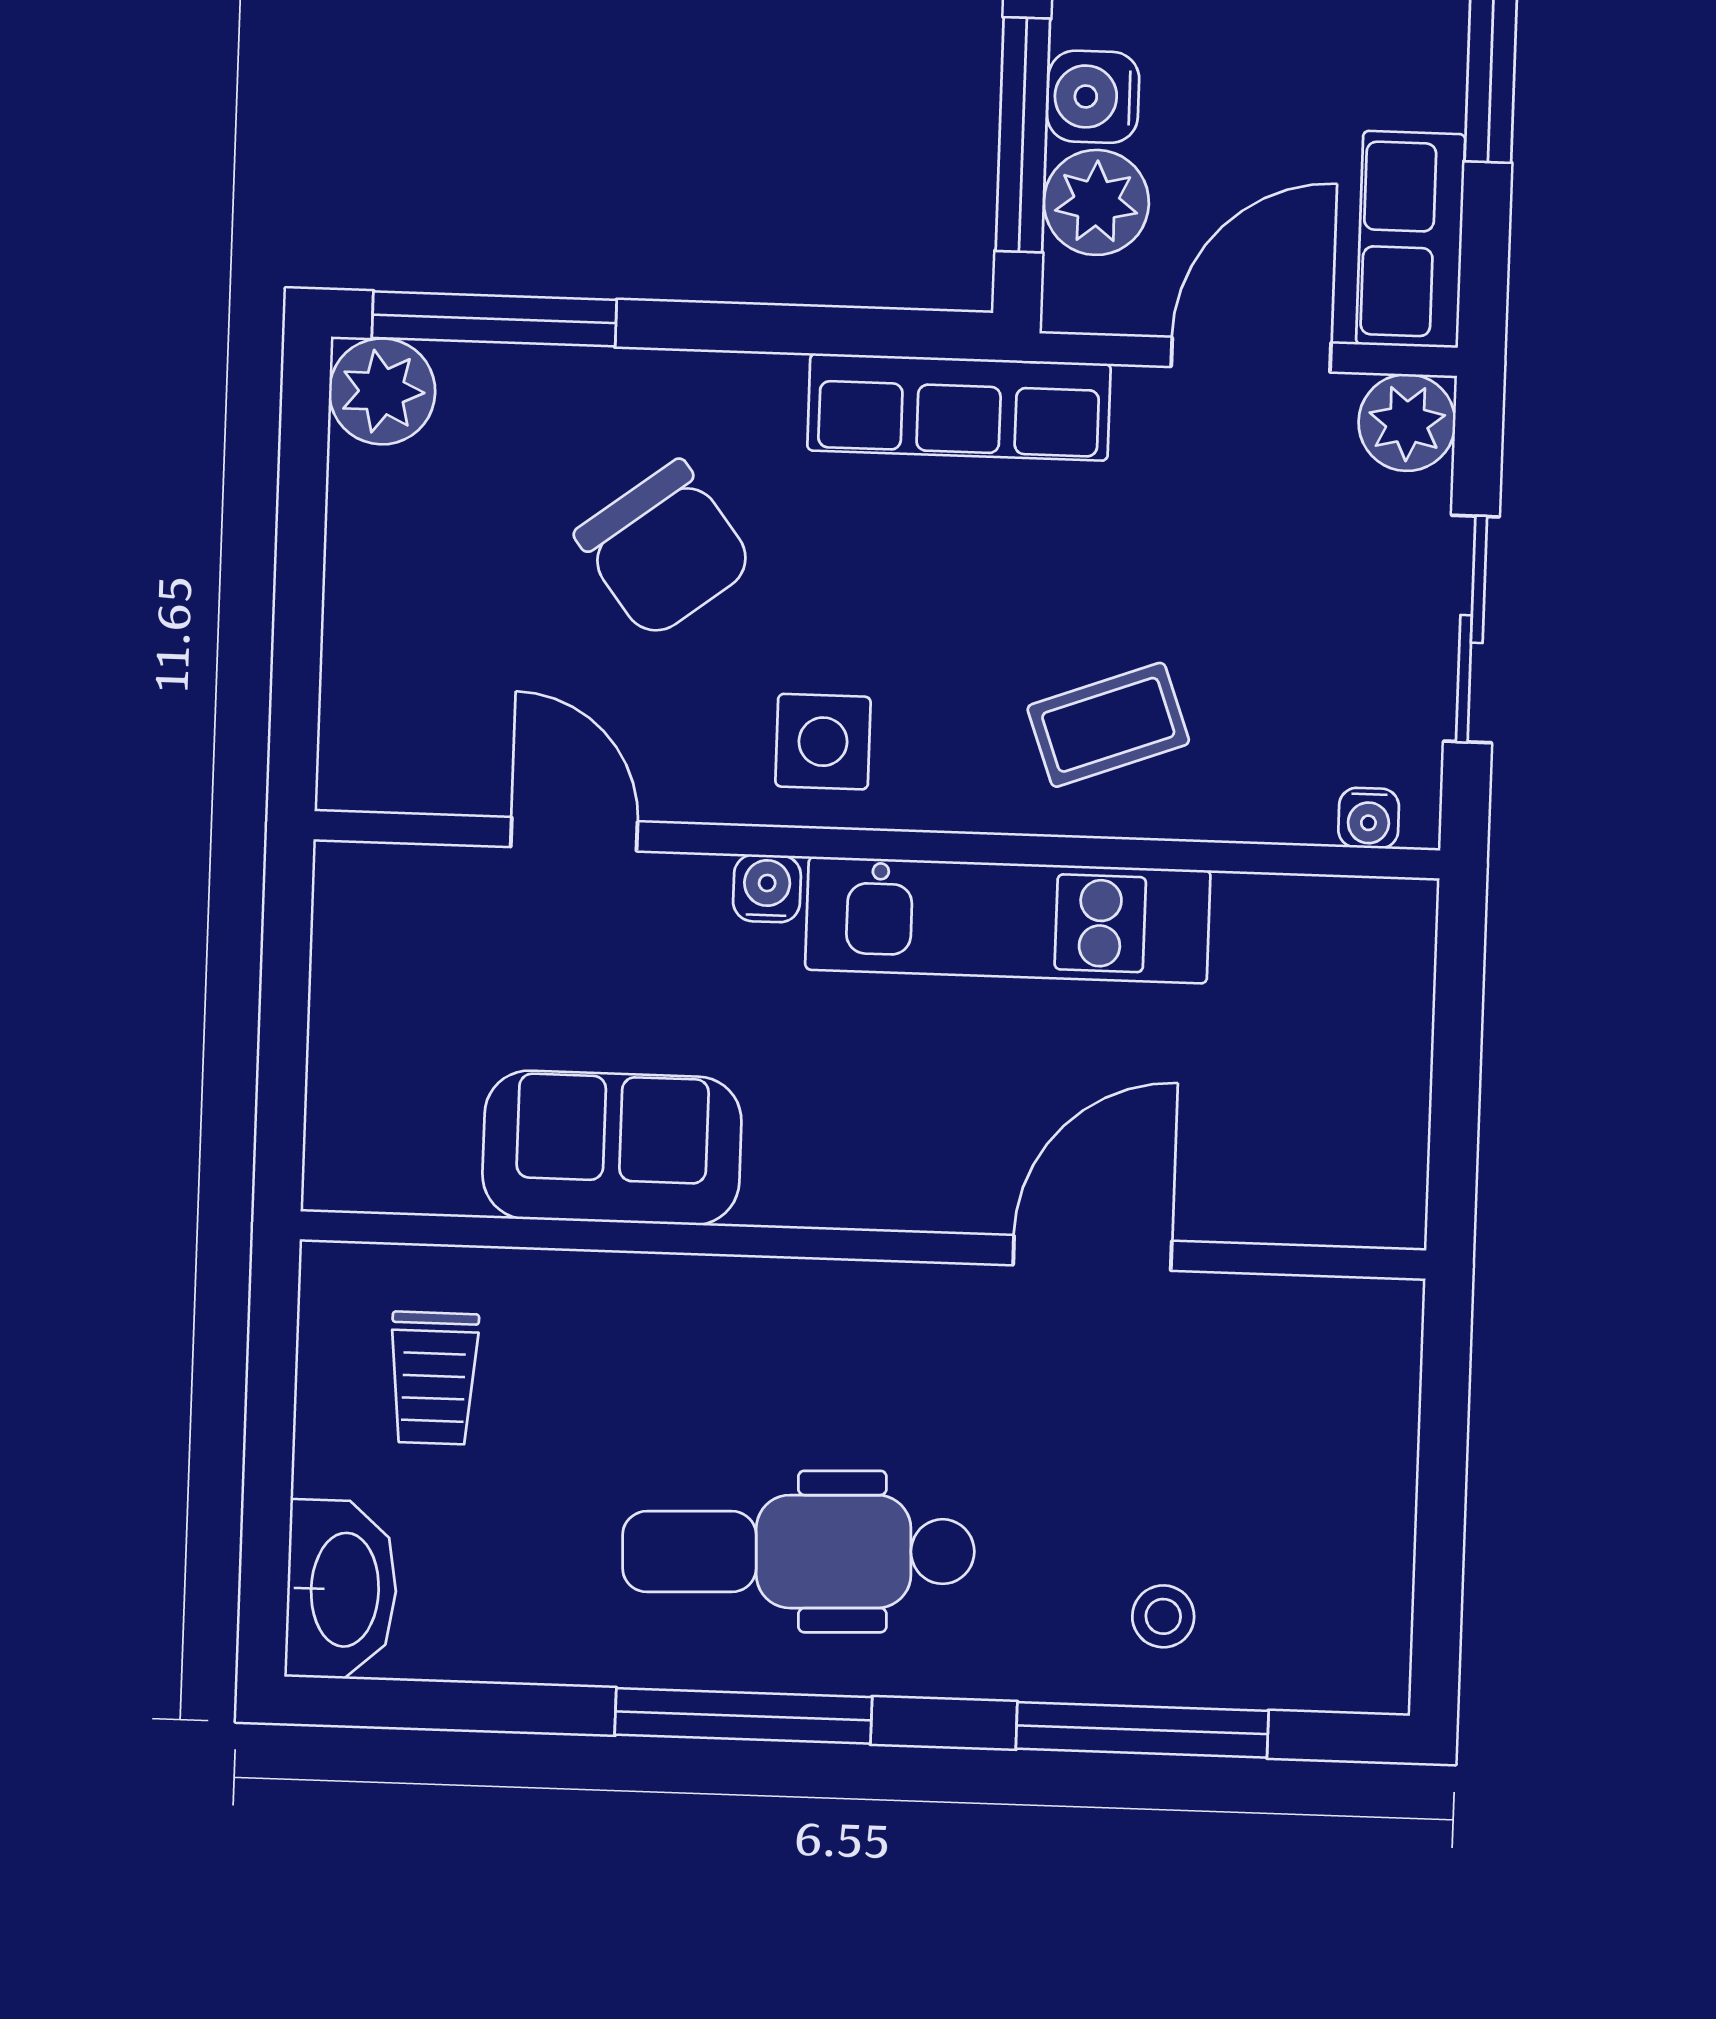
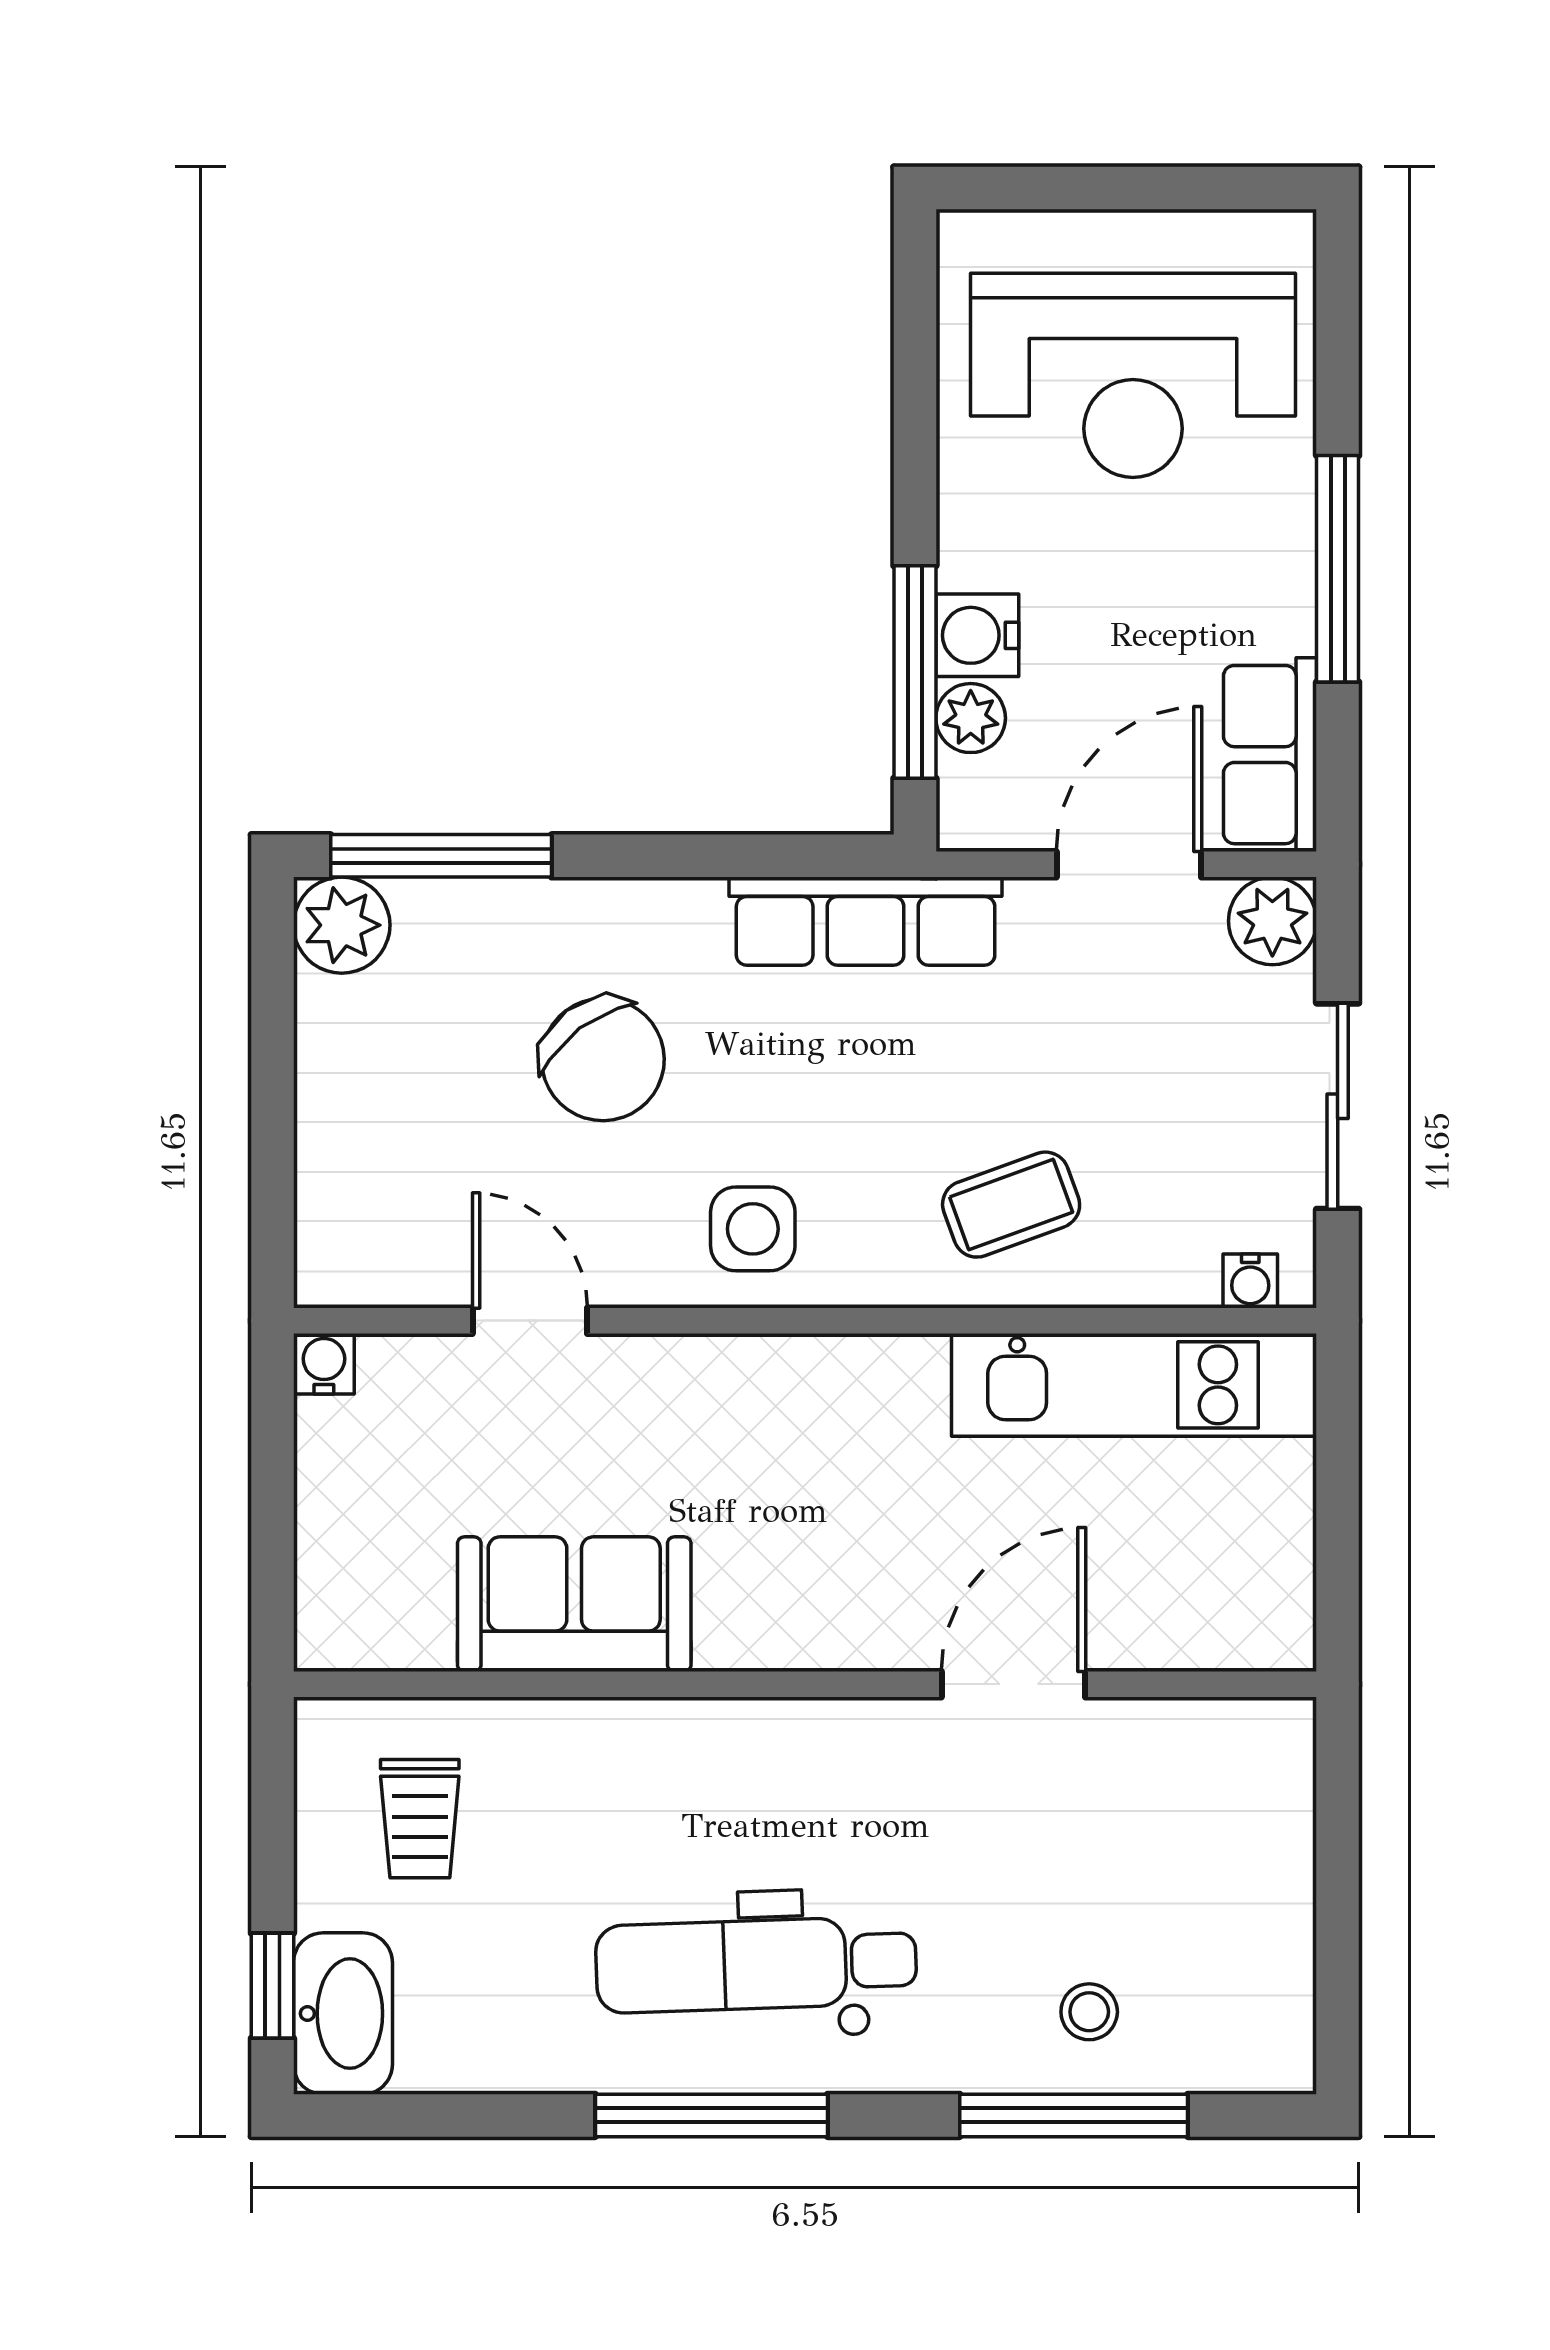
plant: (1096, 202) -> (971, 718), width x0.73, depth x0.73
water cooler: (767, 888) -> (324, 1364), moved
kitchen unit: (1008, 920) -> (1134, 1385), moved
window: (265, 1556) -> (272, 1986), added

